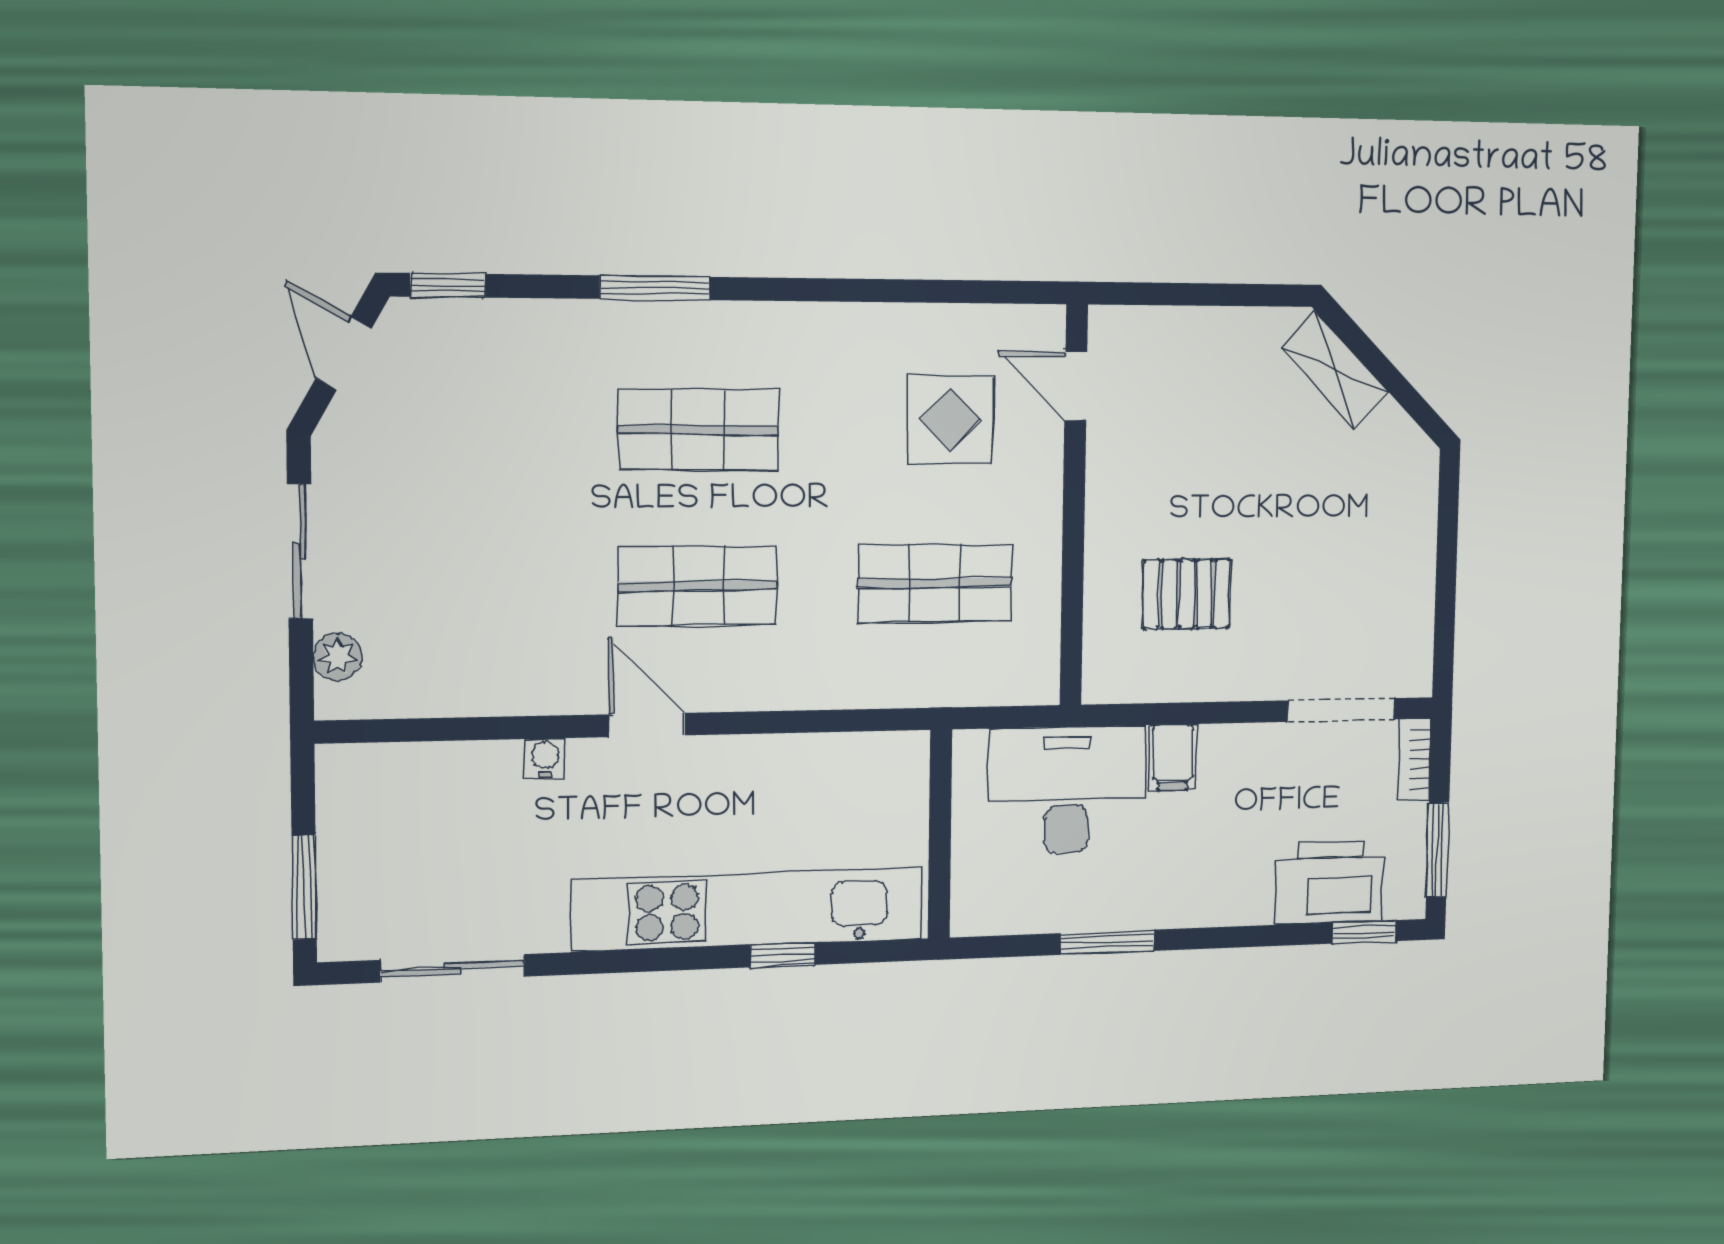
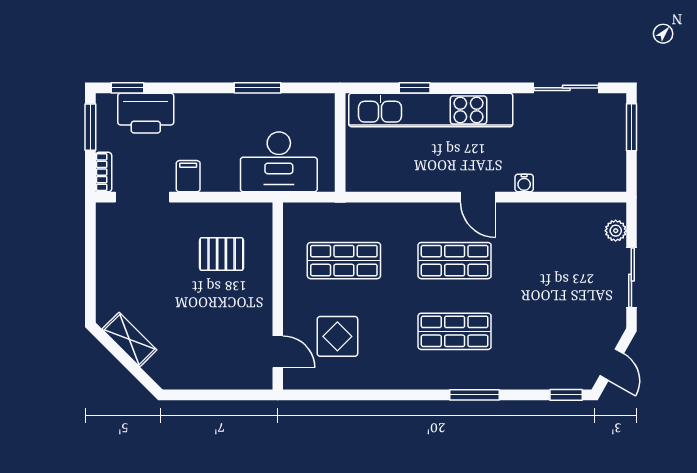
shelving: (1335, 370) -> (129, 339), moved
filing cabinet: (1173, 757) -> (188, 176), moved

